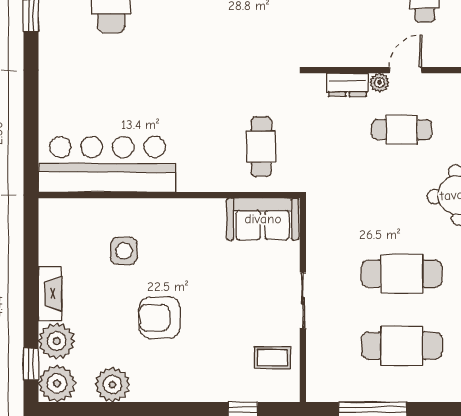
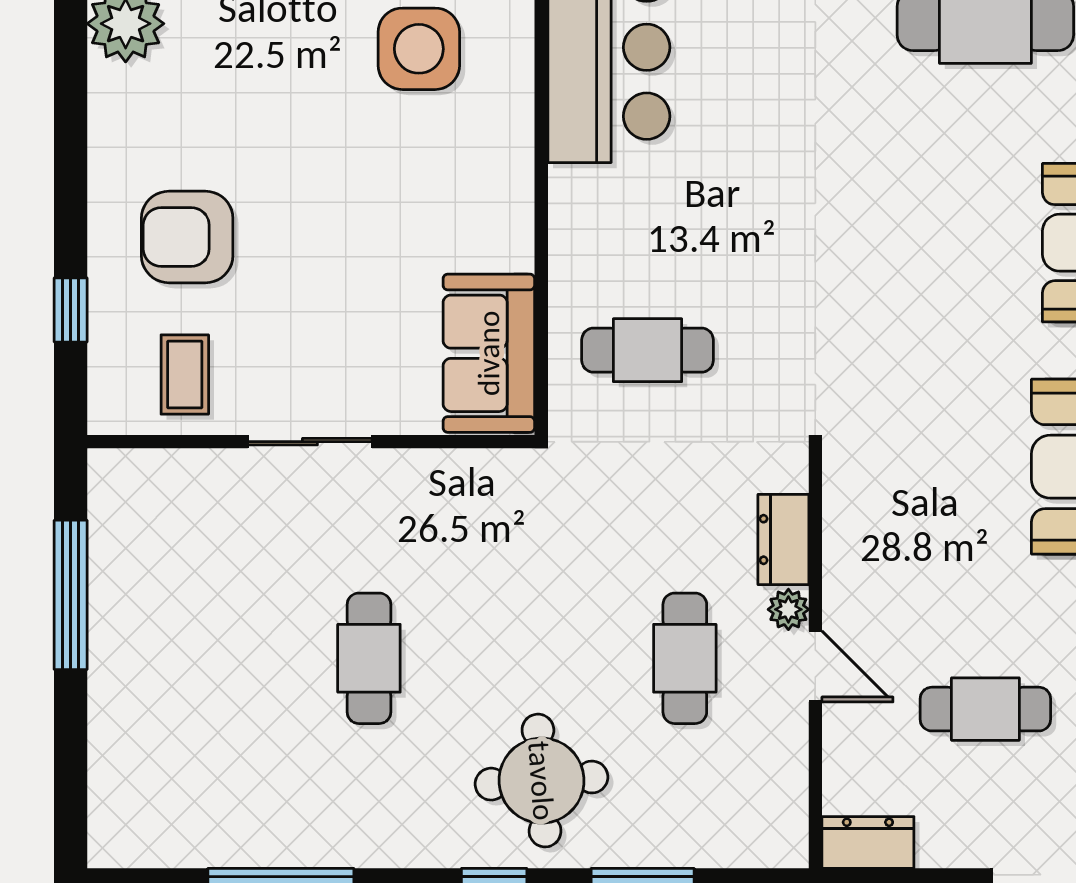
side table: (124, 251) -> (419, 49), width x1.37, depth x1.37
cafe table: (402, 274) -> (369, 658), width x0.73, depth x0.74
armchair: (160, 318) -> (187, 237), moved, turned -90
cafe table: (402, 346) -> (211, 658), removed

